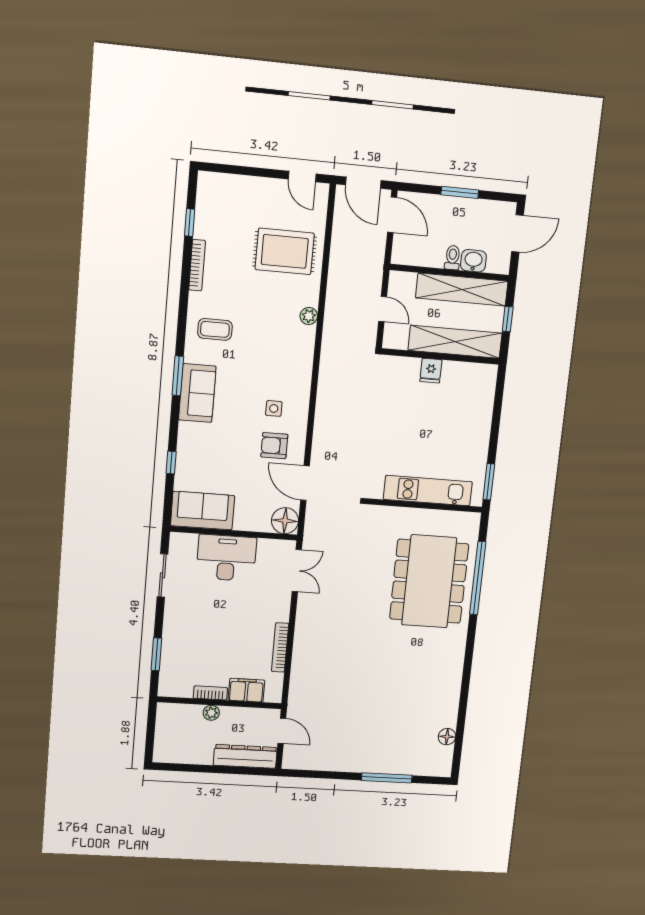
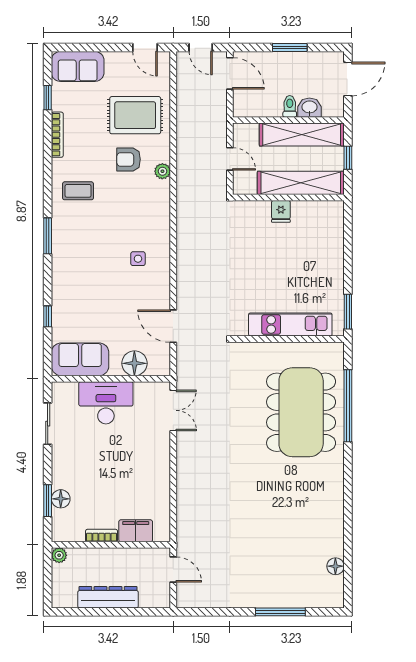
door: (363, 183) -> (201, 47), width x0.73
sofa: (197, 393) -> (78, 66), moved, turned 90
armchair: (274, 446) -> (129, 159), moved
floor lamp: (285, 521) -> (134, 363), moved
bookcase: (280, 647) -> (164, 486), removed
floor lamp: (170, 653) -> (61, 499), added
plant: (211, 713) -> (59, 555), moved
dresser: (245, 756) -> (108, 597), moved

